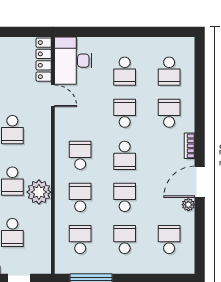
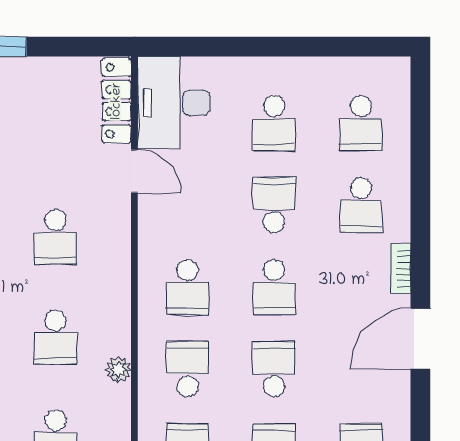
school desk: (169, 113) -> (361, 205), turned 180
school desk: (80, 155) -> (188, 287), turned 180
plant: (39, 192) -> (118, 370), width x0.53, depth x0.53
plant: (188, 205) -> (398, 383), removed

